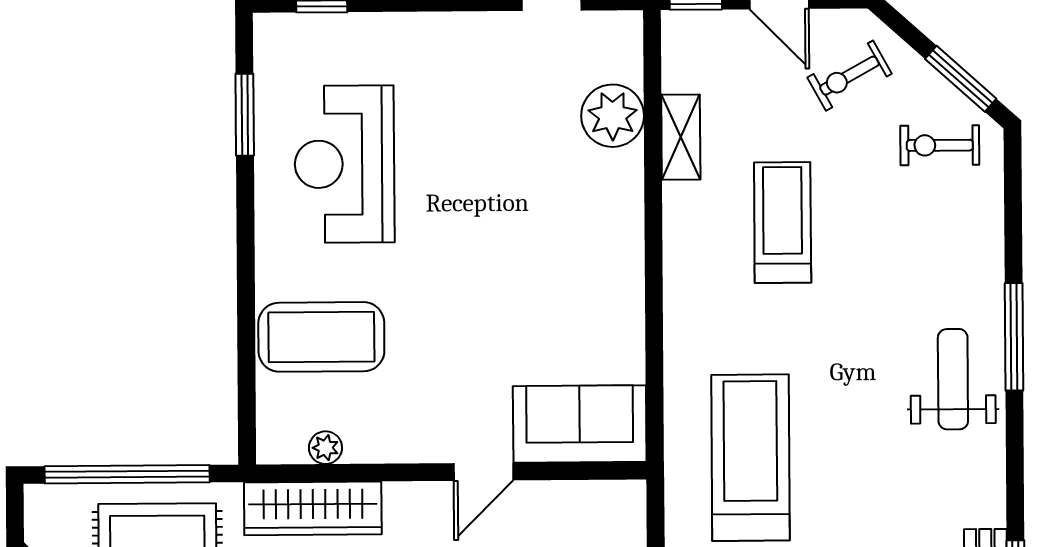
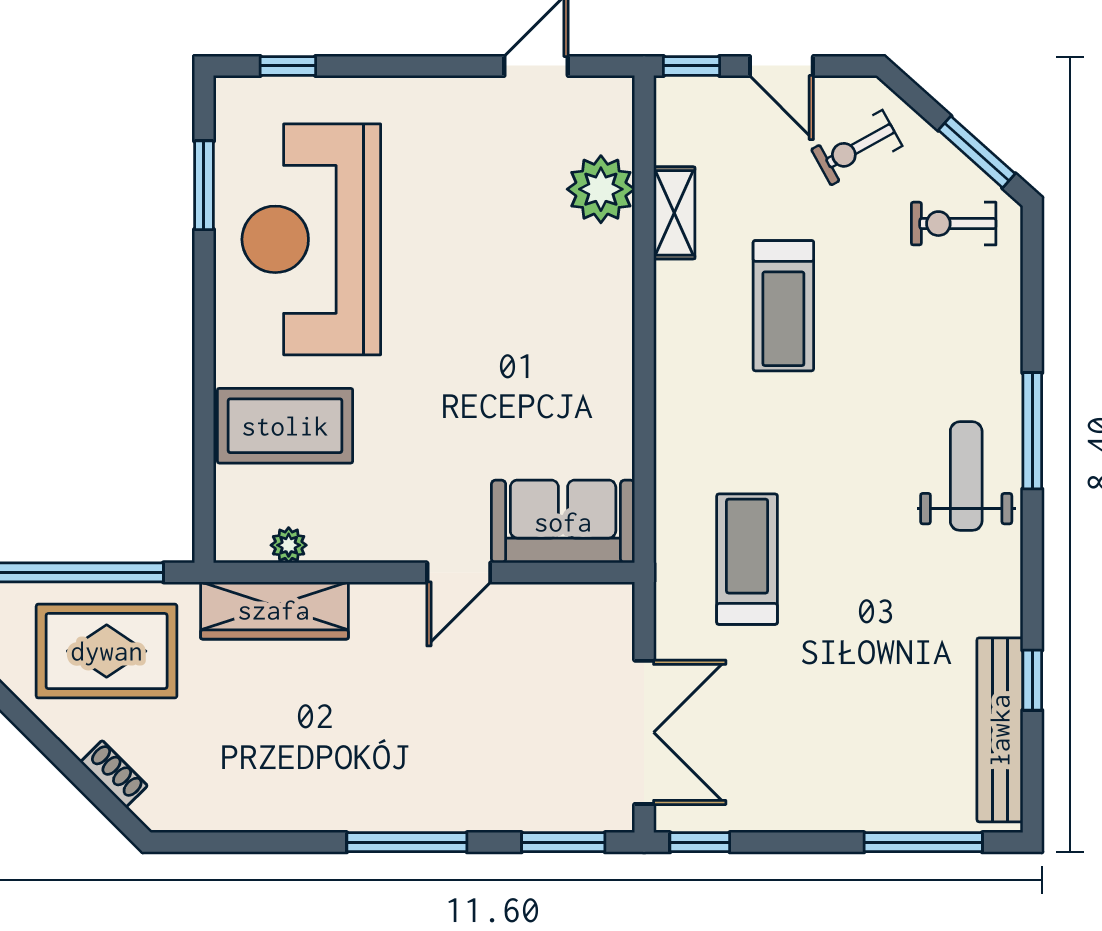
reception desk: (344, 164) -> (311, 239), width x1.36, depth x1.30
treadmill: (783, 222) -> (783, 306), turned 180
treadmill: (750, 458) -> (747, 559), width x0.73, depth x0.73

